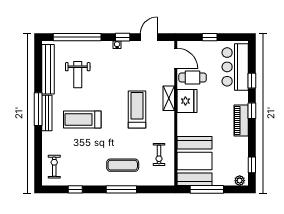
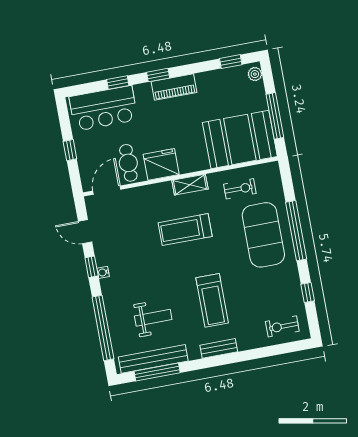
shelving: (169, 98) -> (190, 185), moved
window: (38, 109) -> (157, 372), moved
bench: (47, 113) -> (219, 348), width x0.73
exercise mat: (123, 165) -> (263, 235), width x2.00, depth x1.45
window: (121, 189) -> (296, 231), width x1.46

